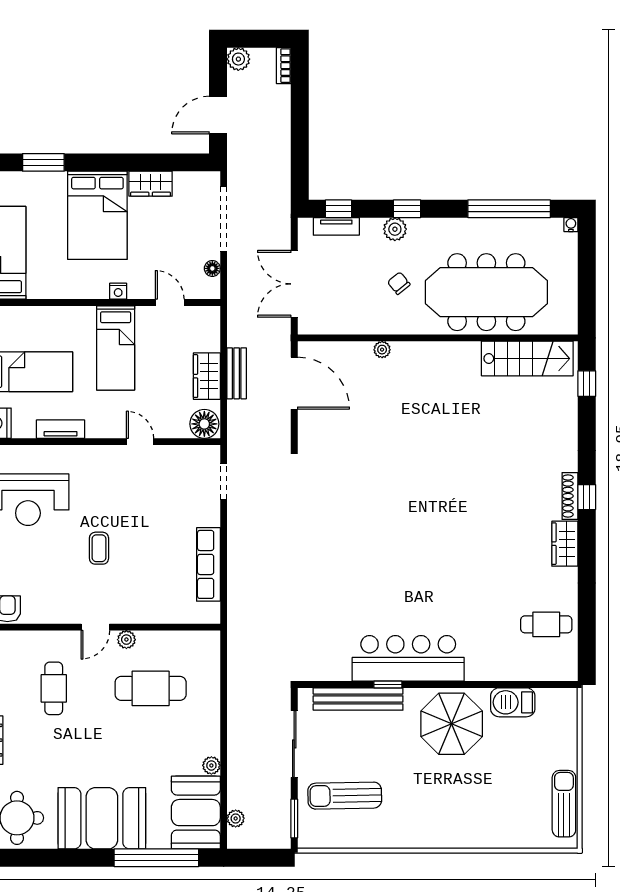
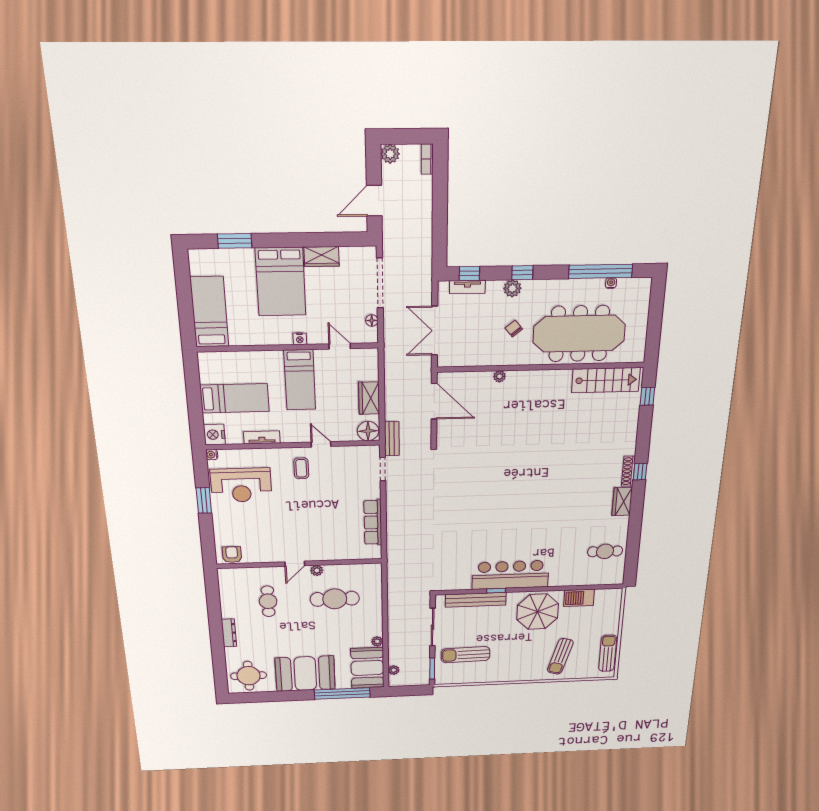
water cooler: (571, 225) -> (611, 283), moved
bench: (237, 373) -> (392, 439), moved
coffee table: (99, 548) -> (301, 468), moved
sun lounger: (491, 806) -> (560, 656), added

